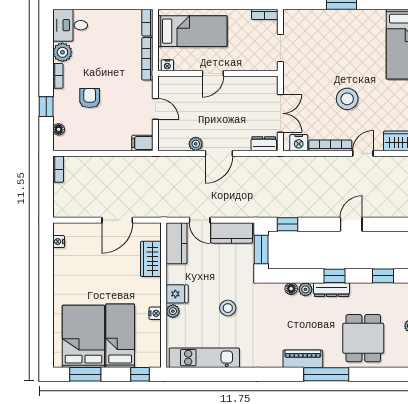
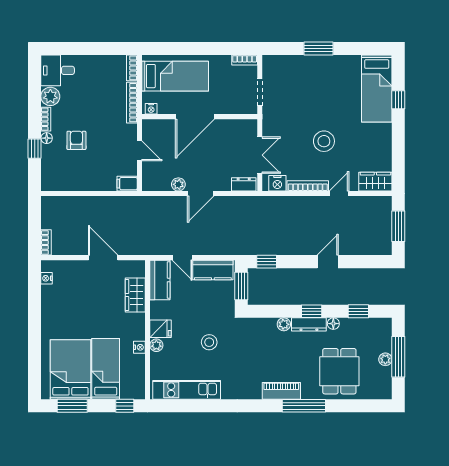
door: (213, 73) -> (195, 117), width x1.88
floor lamp: (59, 129) -> (47, 138), moved
bookcase: (58, 169) -> (46, 242), moved
door: (117, 220) -> (103, 258), swing flipped
floor lamp: (291, 289) -> (333, 324), moved

